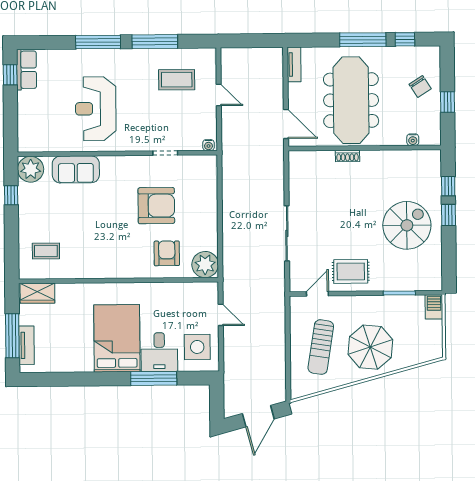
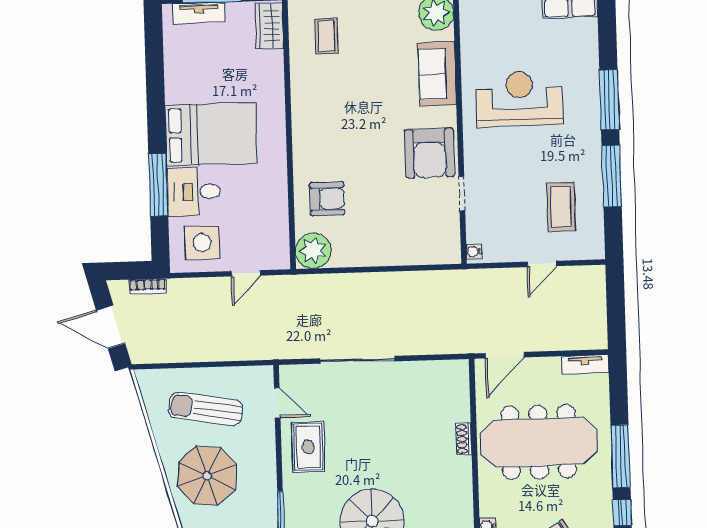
armchair: (156, 206) -> (430, 153), moved
bookcase: (229, 388) -> (148, 286), added

